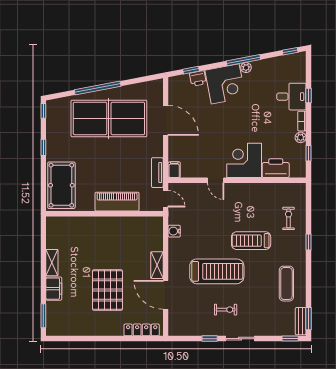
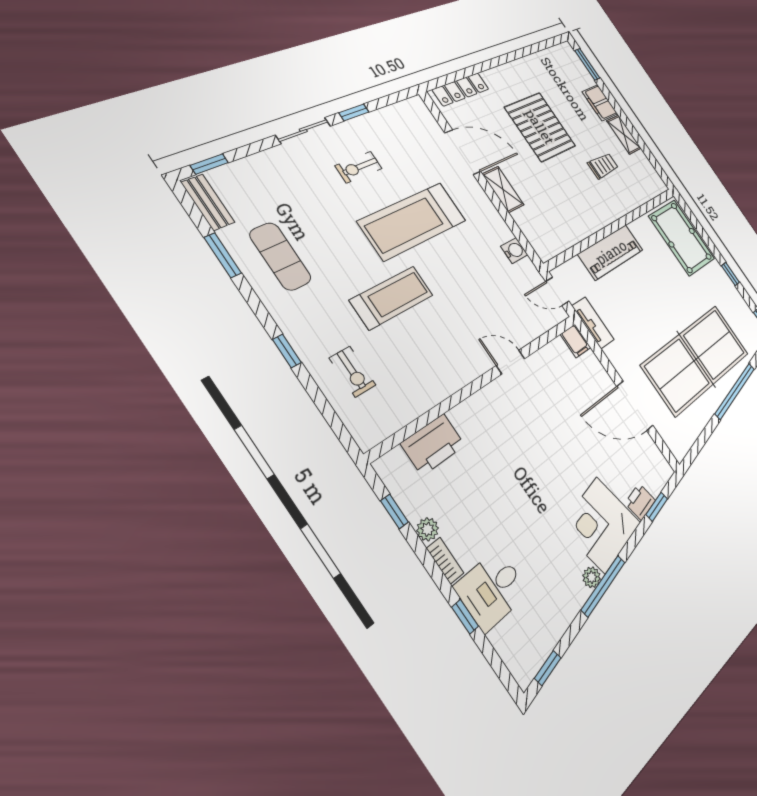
corner desk: (244, 160) -> (491, 422), removed
trolley: (83, 251) -> (603, 166), added
window: (308, 319) -> (223, 255), moved

